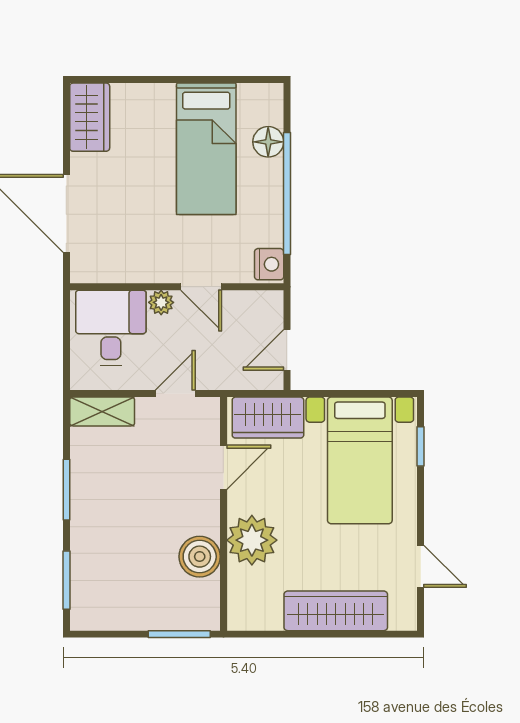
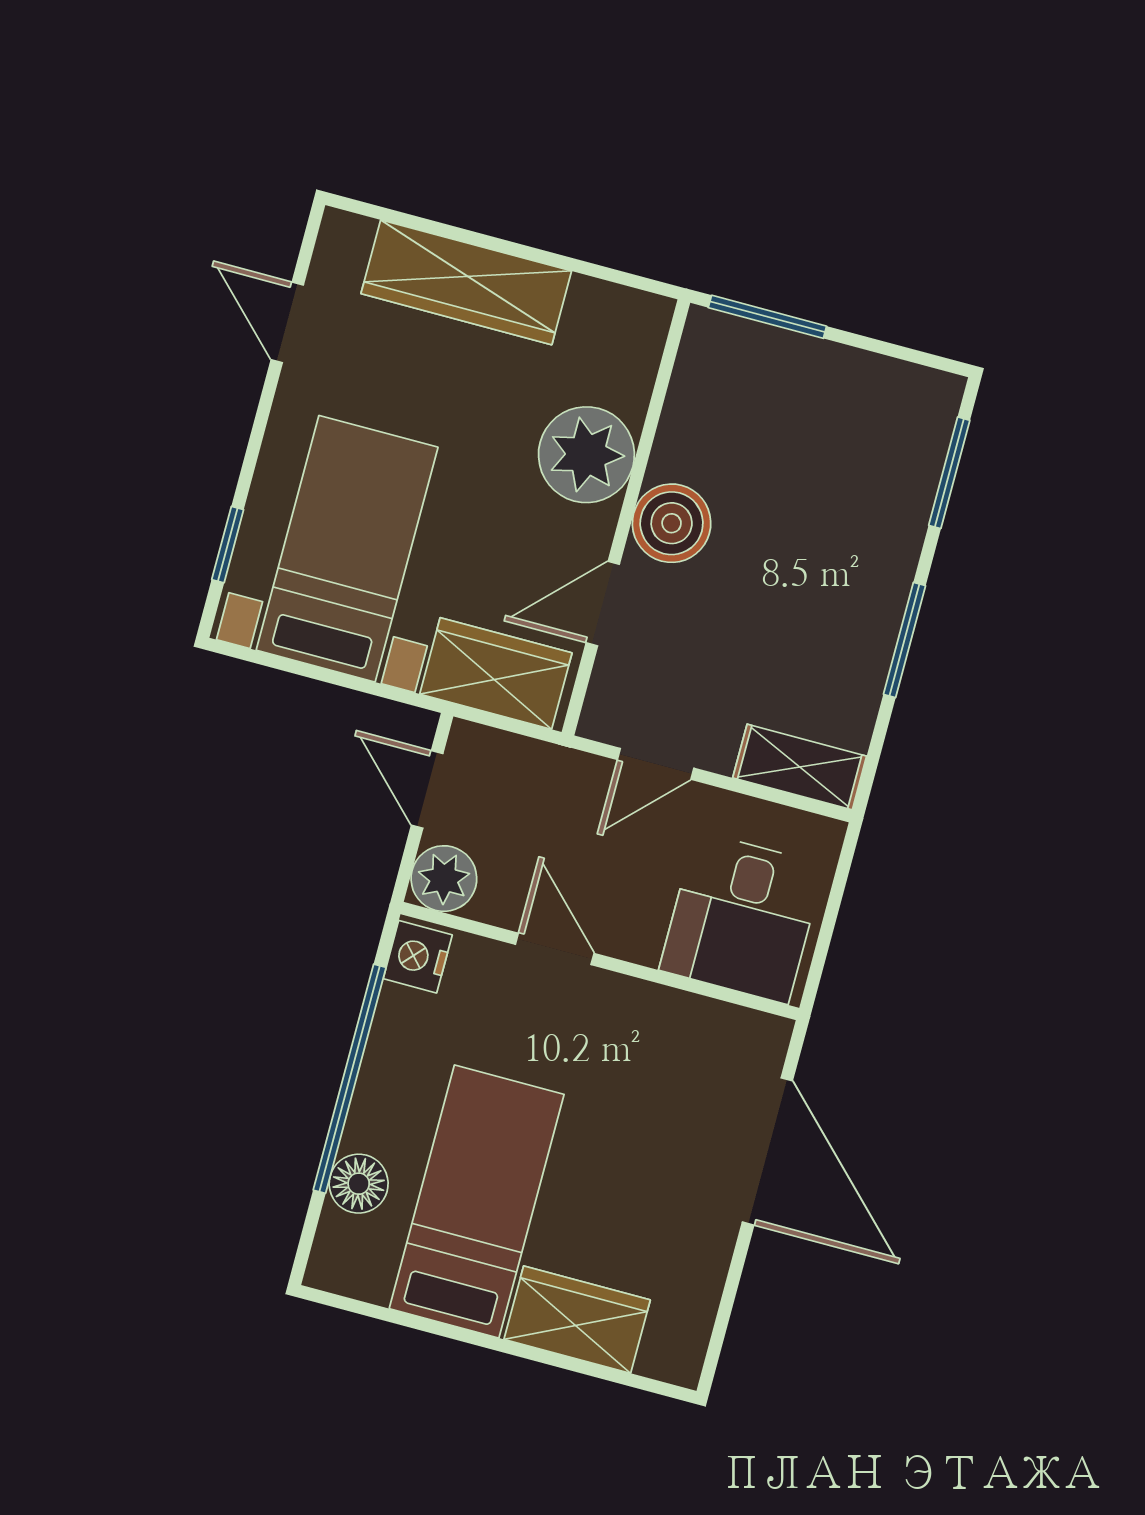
wardrobe: (90, 117) -> (577, 1320), moved, turned 90
plant: (161, 302) -> (444, 879), moved, width x1.38, depth x1.38
door: (287, 350) -> (427, 789), swing flipped
boiler: (200, 557) -> (672, 523), moved

